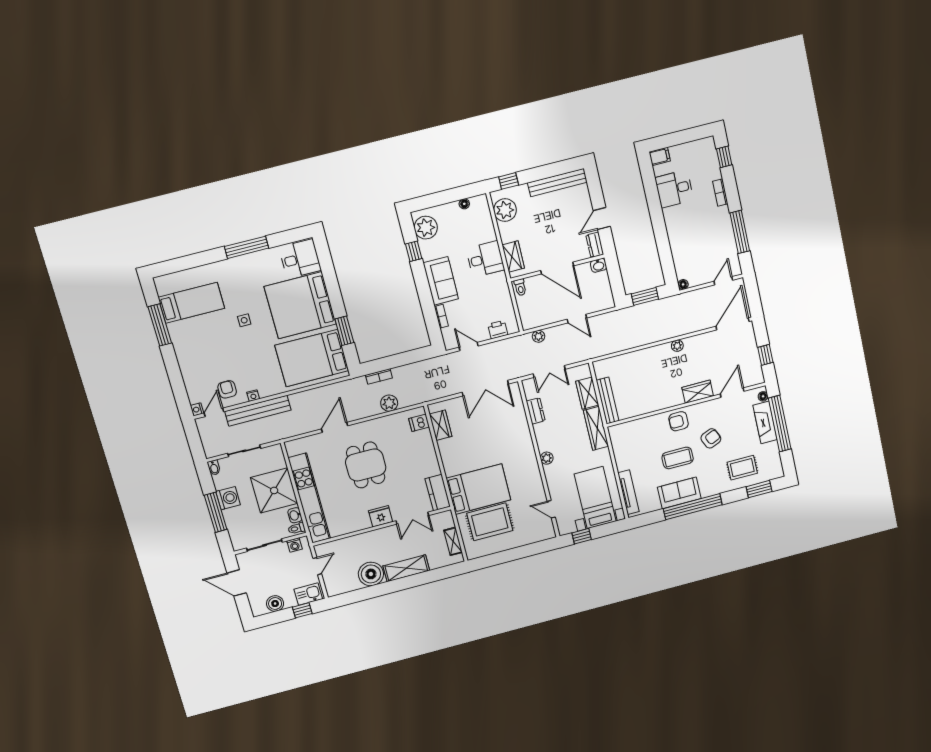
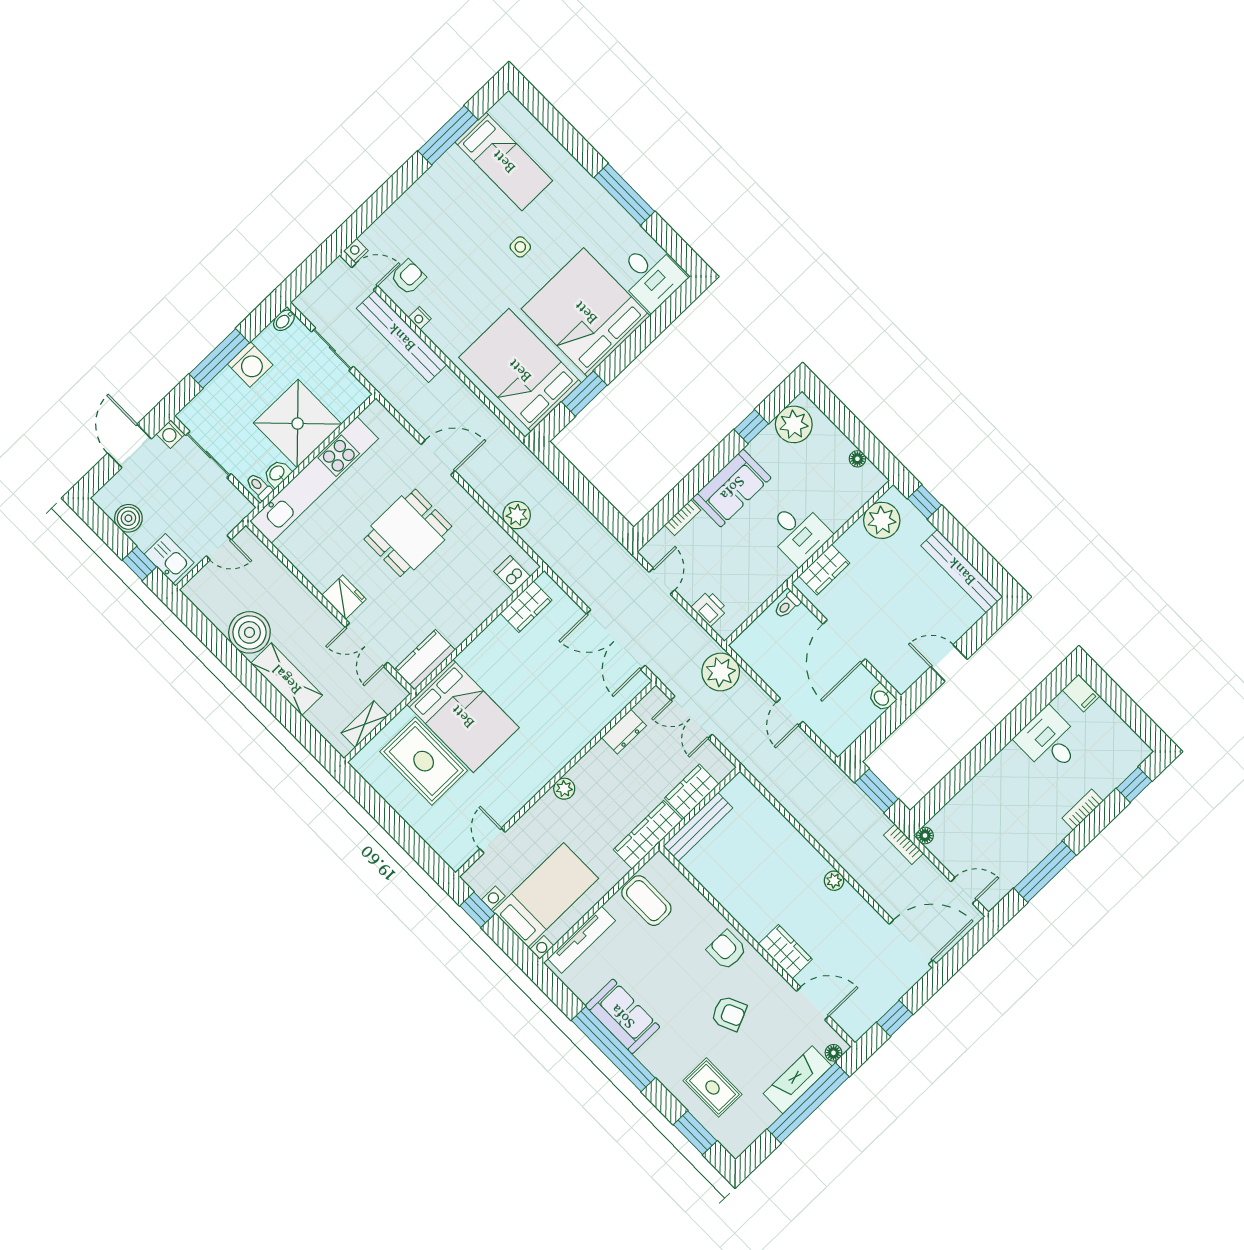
dresser: (595, 245) -> (907, 675), removed
plant: (539, 336) -> (721, 672), width x1.87, depth x1.87
bookcase: (379, 376) -> (903, 844), moved
coffee table: (678, 458) -> (646, 901), moved
washing machine: (295, 545) -> (170, 434), moved

